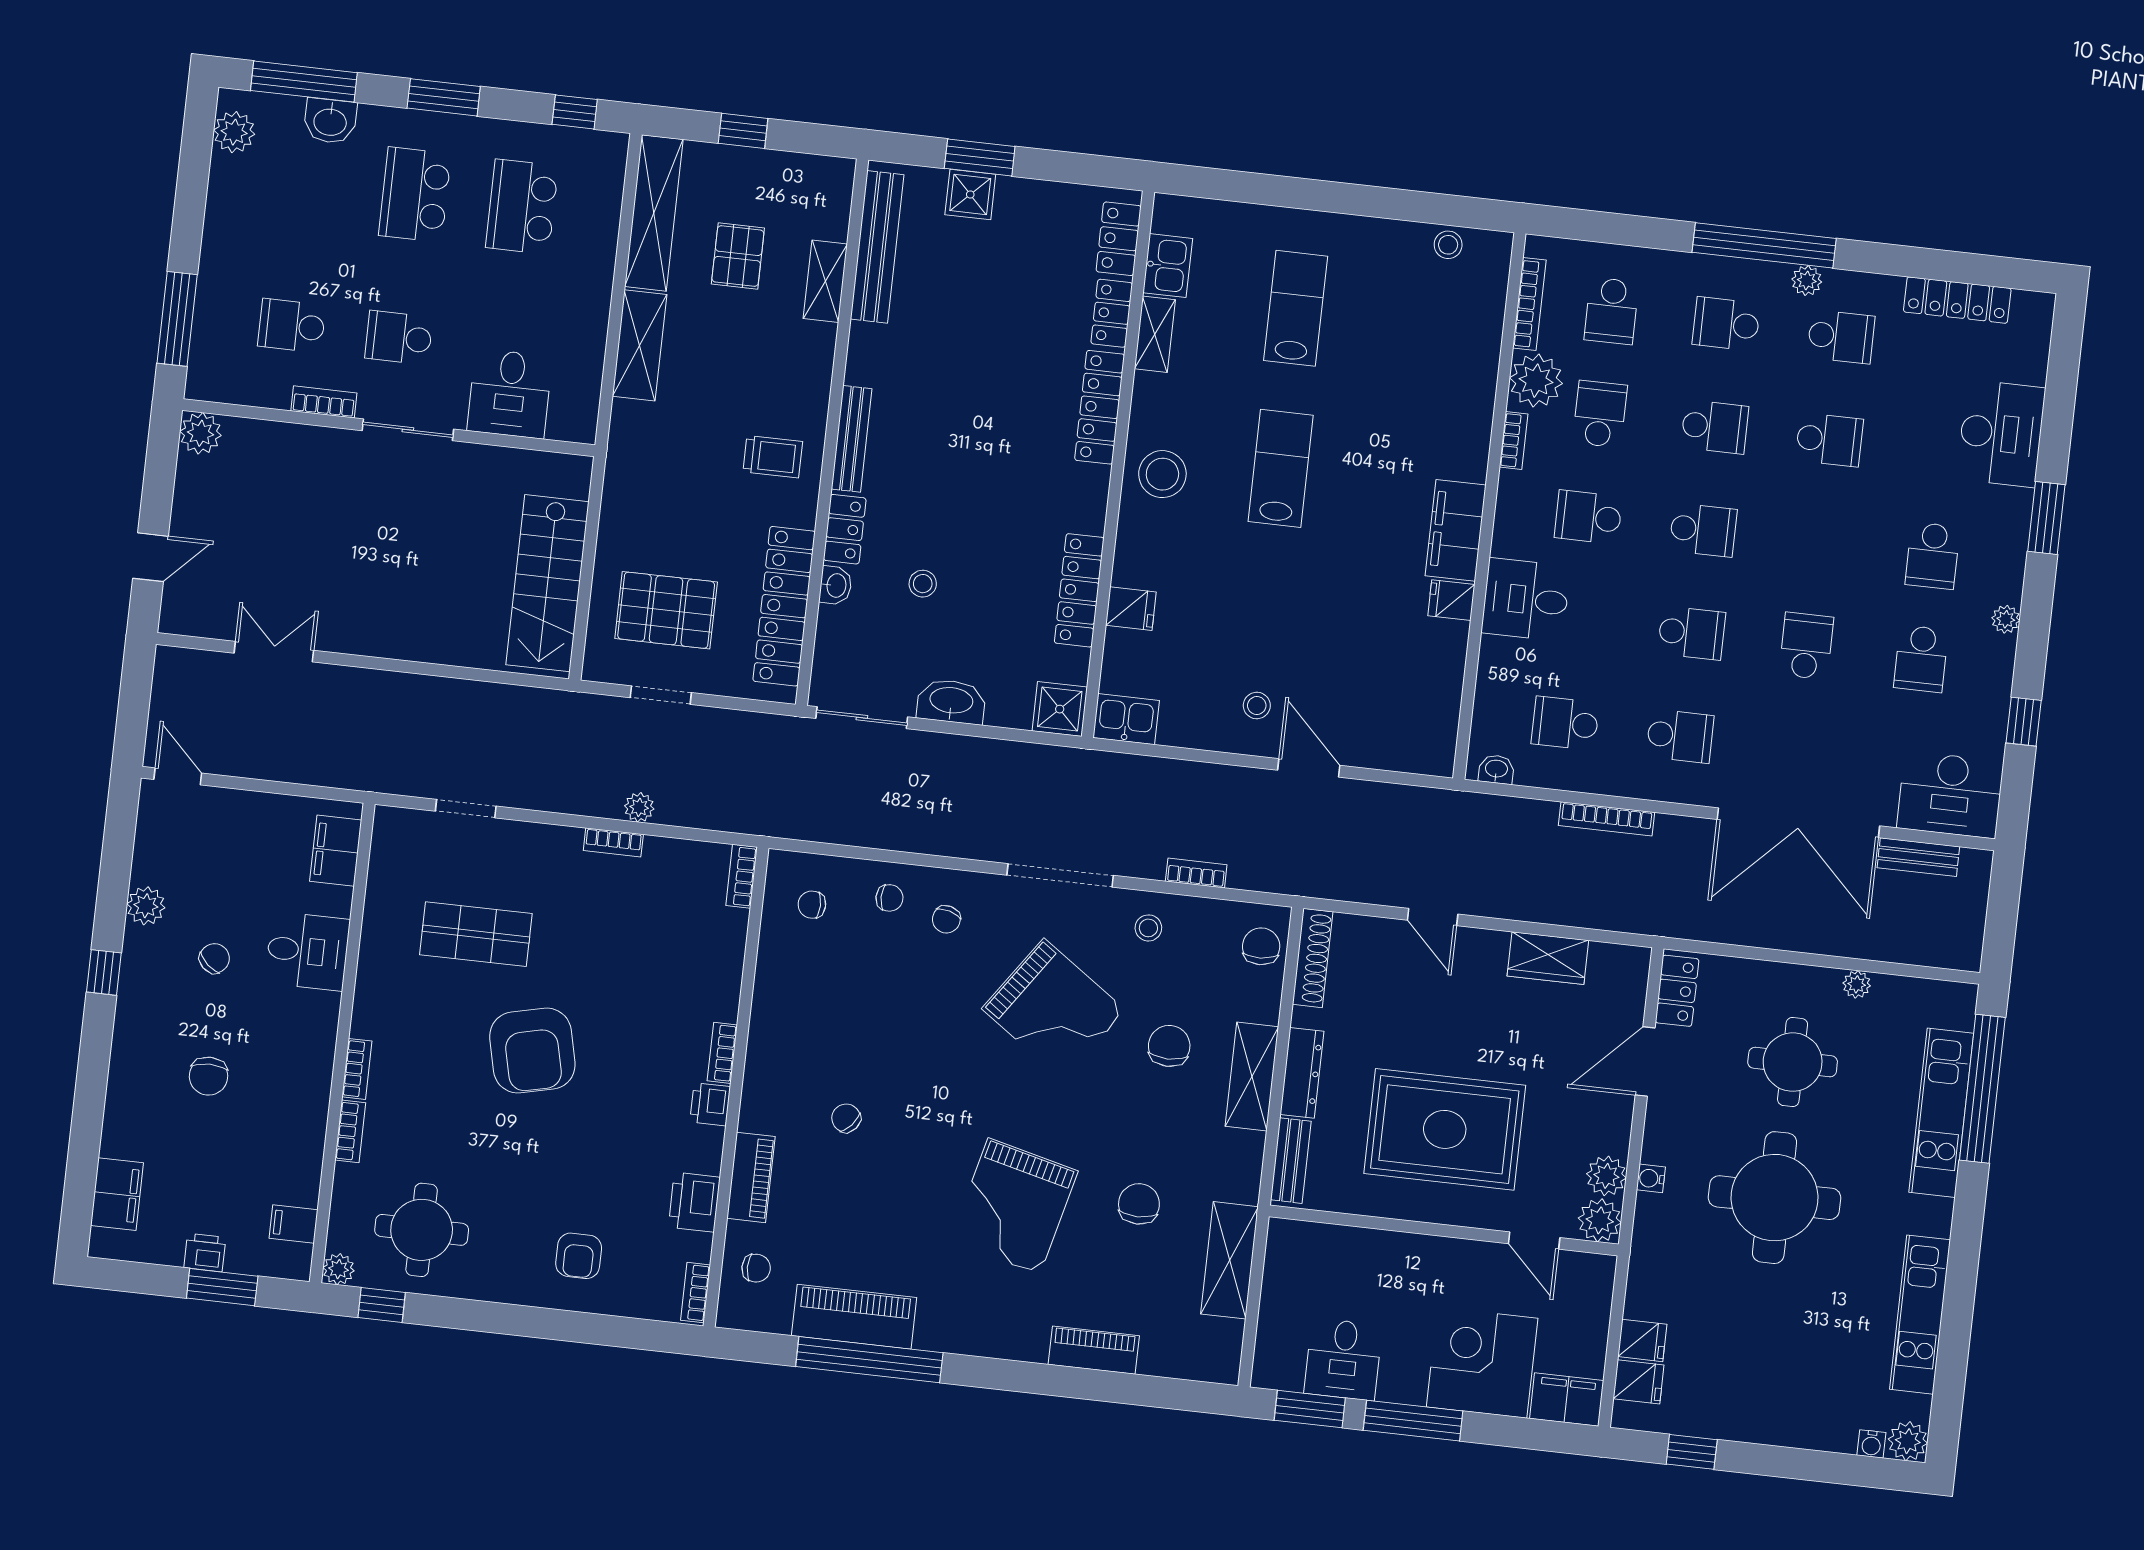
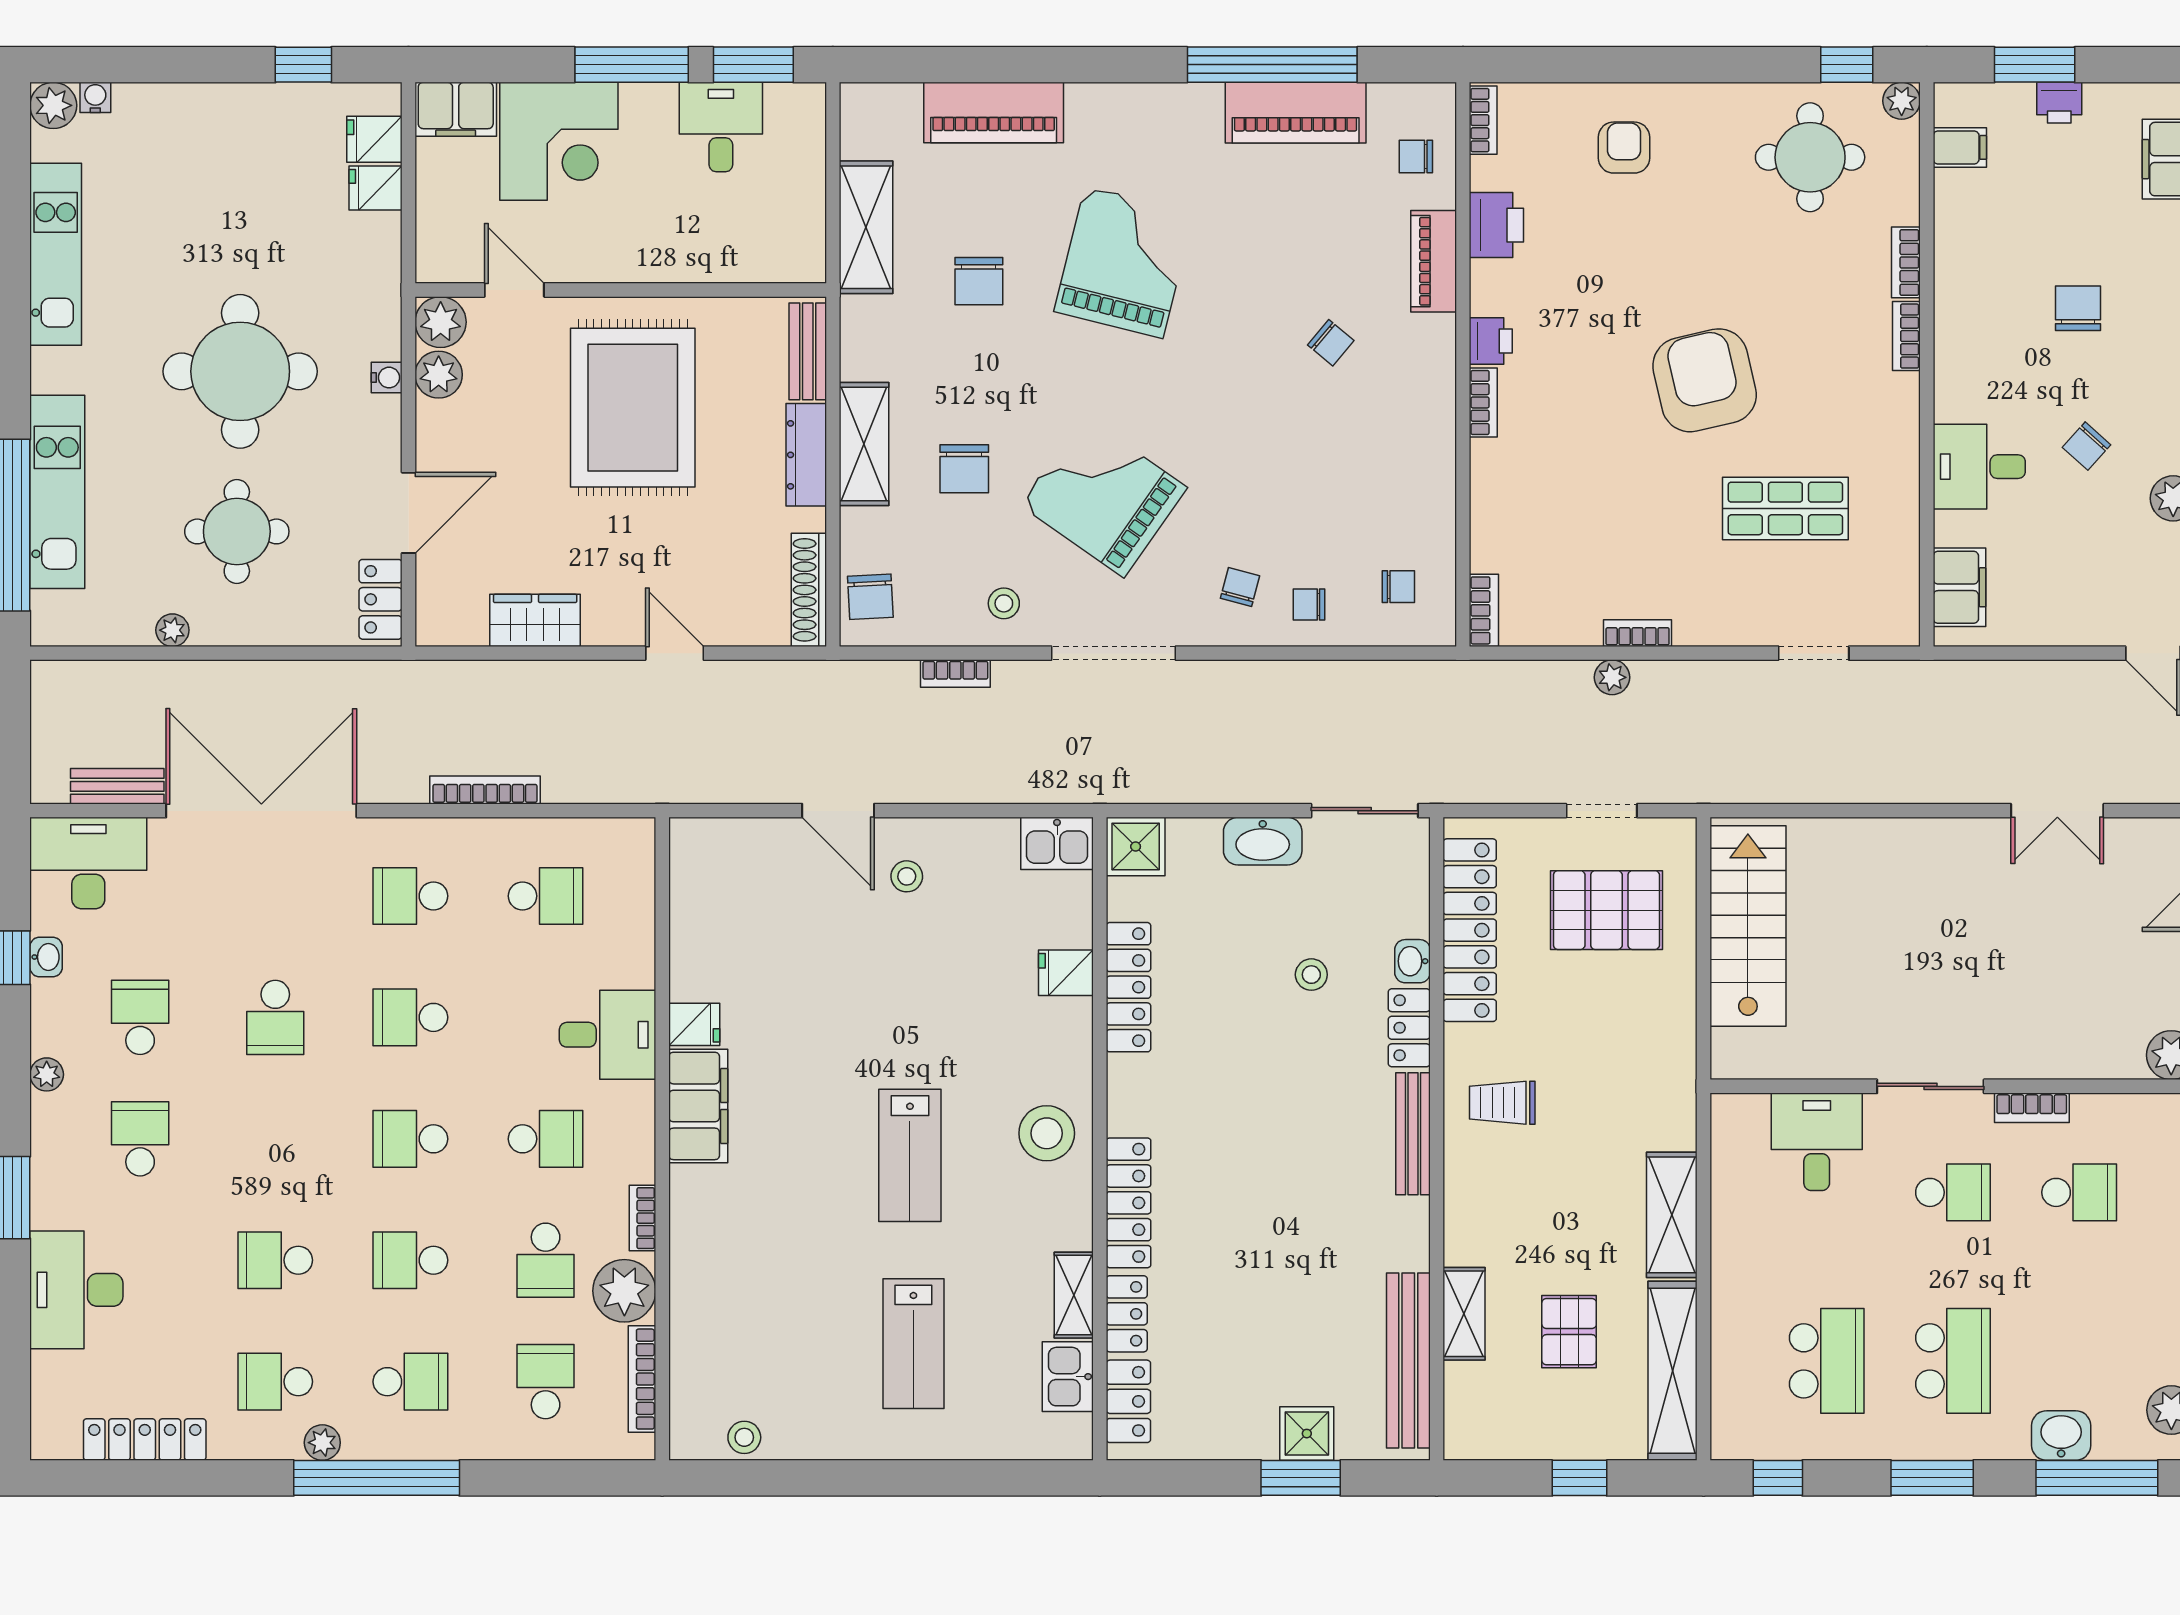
washbasin: (1496, 769) -> (46, 957), moved, turned -90
rug: (1445, 1129) -> (633, 408), turned 90
piano: (1094, 1350) -> (994, 113), width x1.37, depth x1.33

